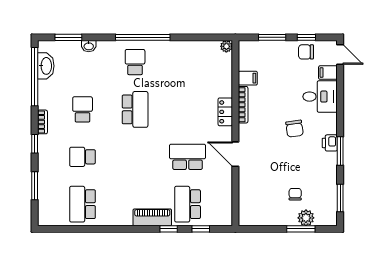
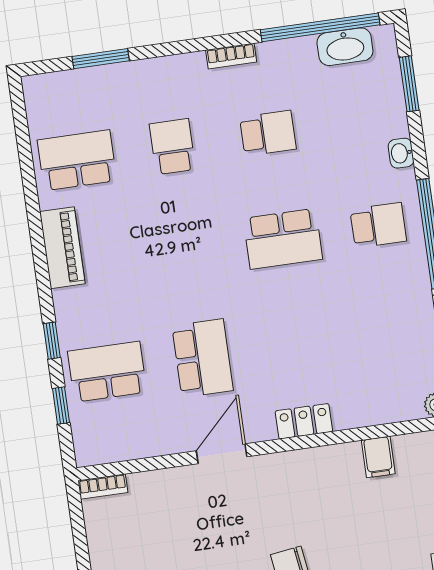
washbasin: (89, 46) -> (401, 153), moved
bookcase: (243, 105) -> (103, 486), moved, width x0.64
window: (35, 144) -> (185, 47), removed
piano: (152, 217) -> (62, 248), moved

